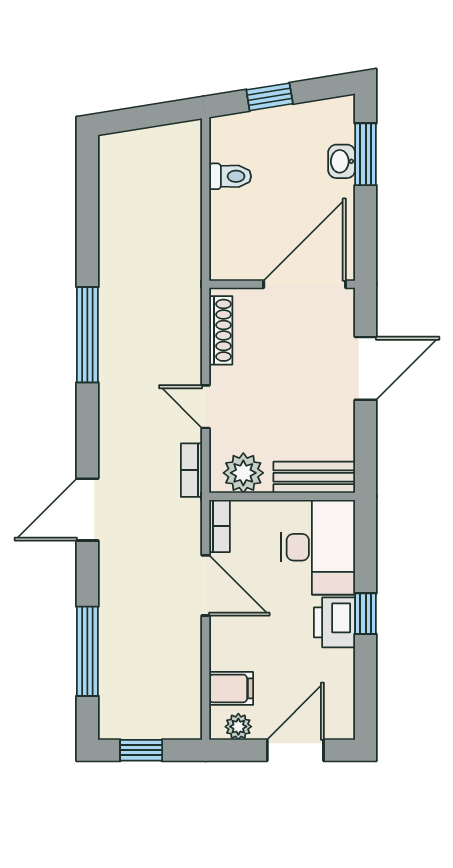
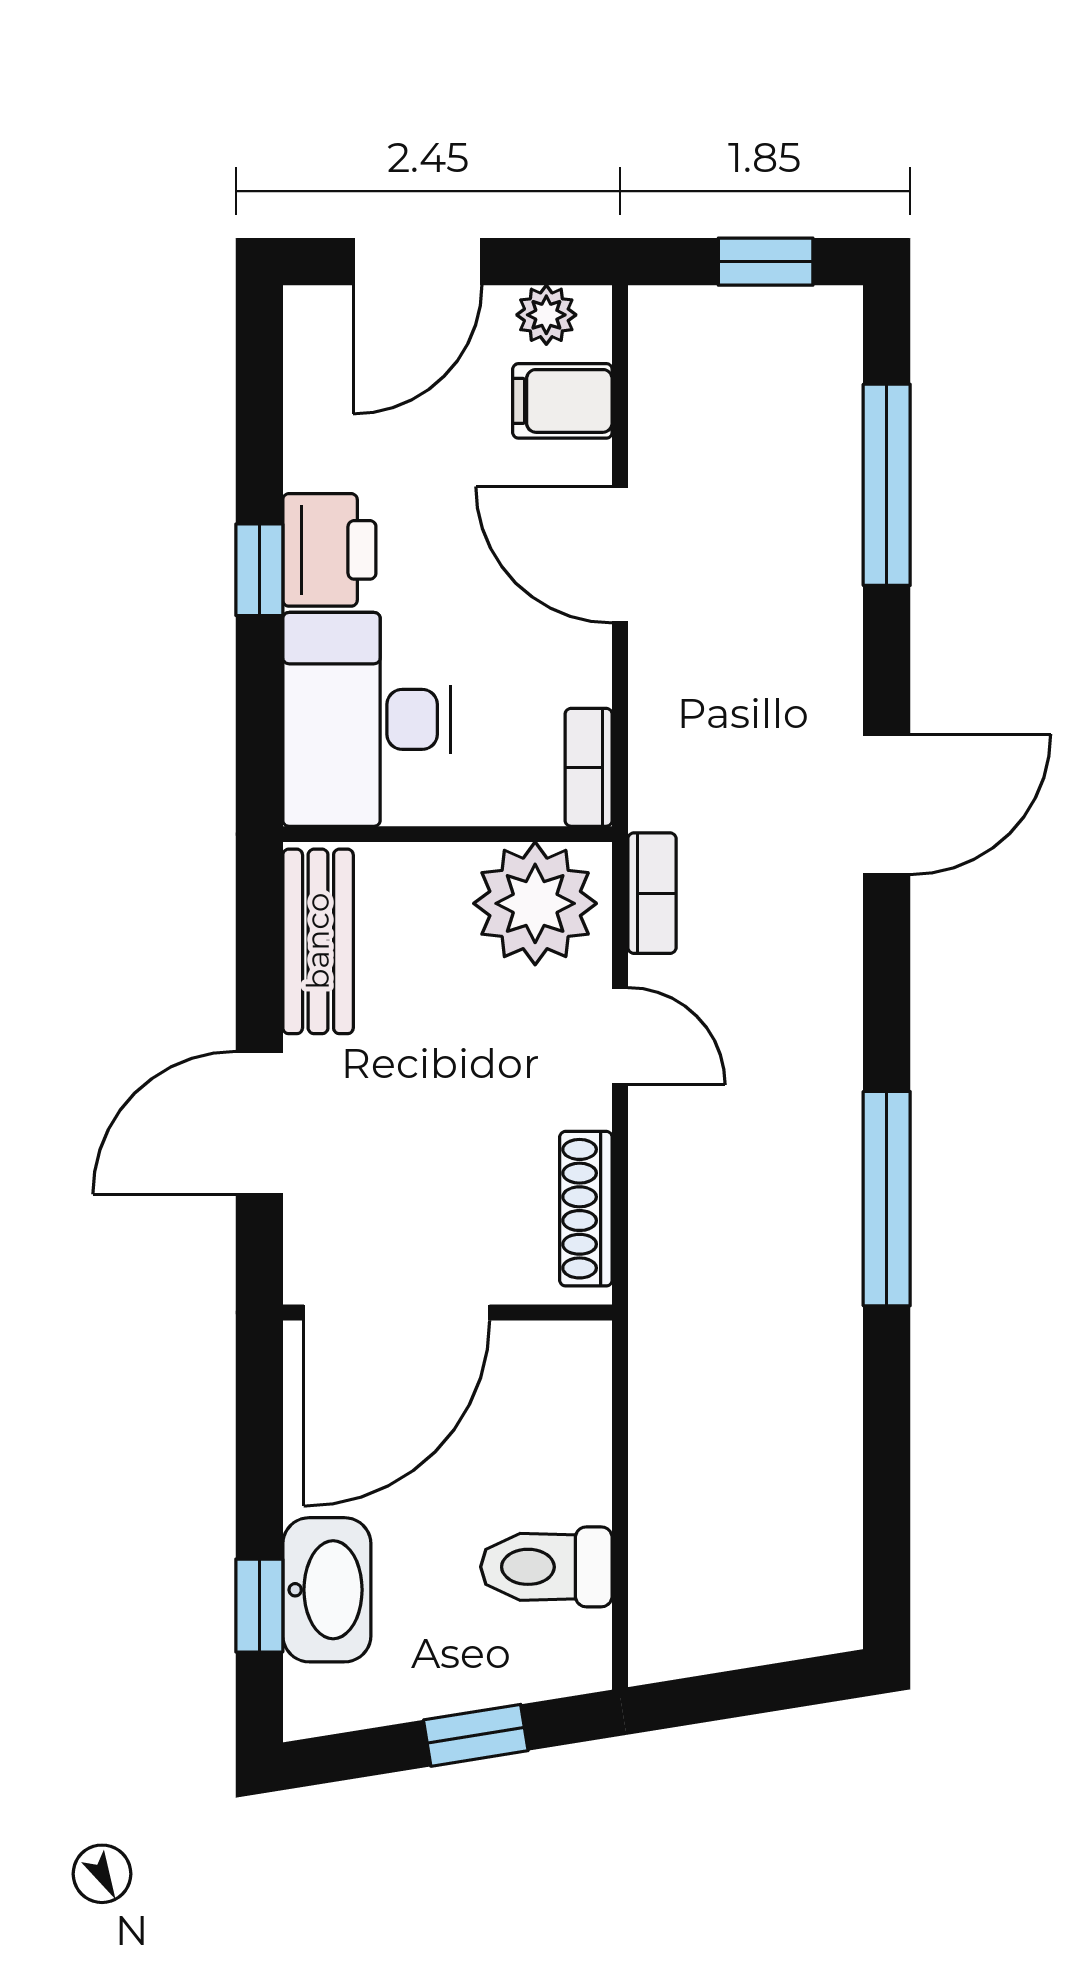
window: (366, 154) -> (259, 1606), width x0.67
washbasin: (342, 161) -> (327, 1590), width x1.91, depth x1.45
toilet: (230, 176) -> (546, 1567), width x1.37, depth x1.39
plant: (243, 473) -> (535, 903), width x1.36, depth x1.36
bench: (314, 477) -> (318, 941), moved, turned 90
door: (206, 585) -> (620, 555), moved

